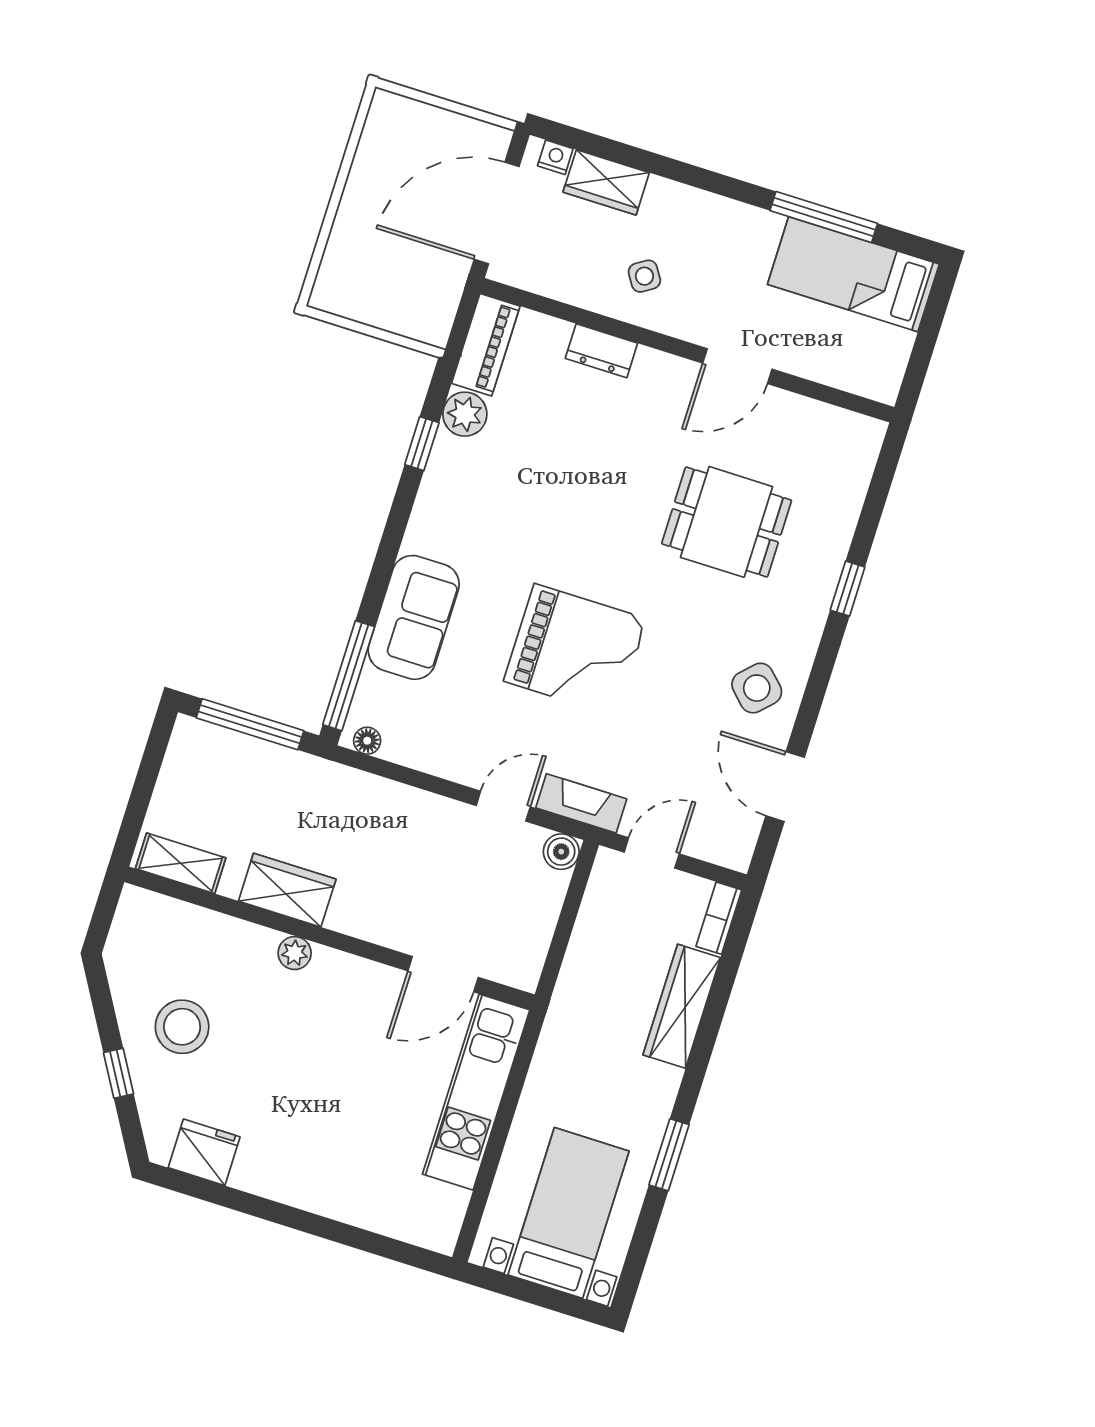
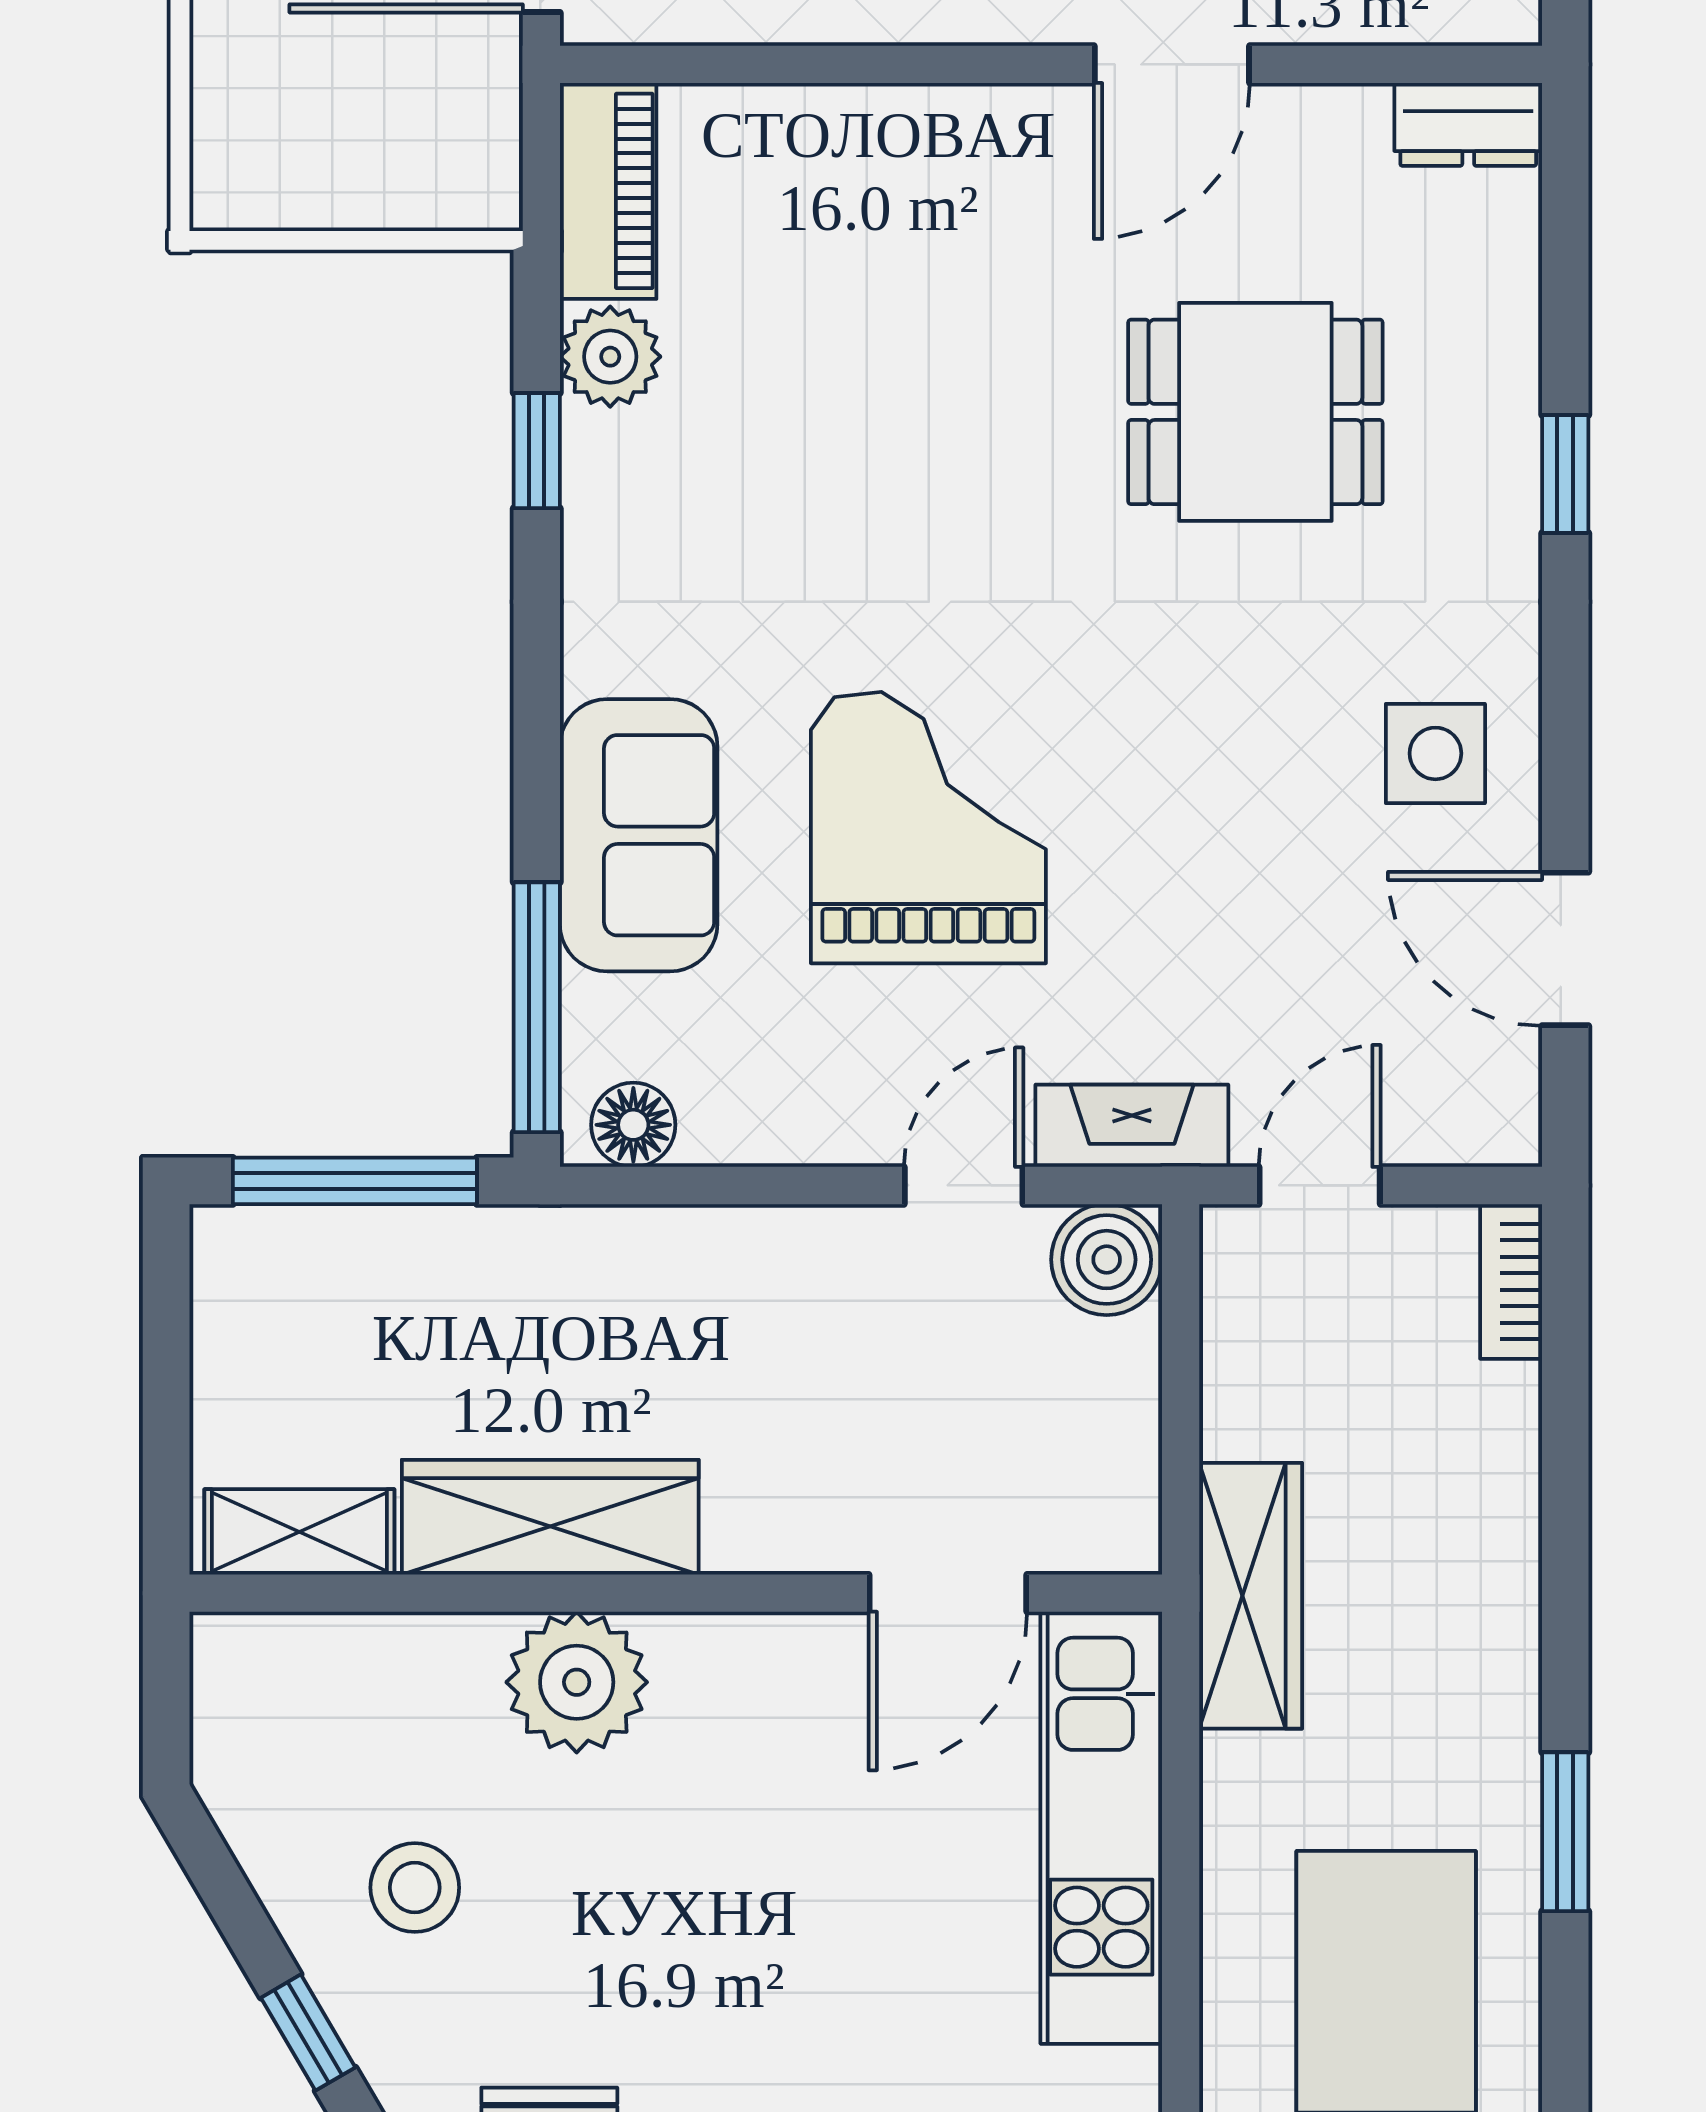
dresser: (601, 351) -> (1468, 124), moved
grand piano: (575, 650) -> (928, 828), moved, turned -90
side table: (757, 688) -> (1435, 753), turned 45
floor lamp: (367, 741) -> (633, 1125), width x1.37, depth x1.37
boiler: (561, 852) -> (1107, 1260), width x1.36, depth x1.36
wardrobe: (287, 890) -> (550, 1517), width x1.50
plant: (295, 953) -> (577, 1682), width x1.88, depth x1.88
wardrobe: (682, 1006) -> (1251, 1596), moved, turned 180
stool: (182, 1027) -> (415, 1888), width x0.73, depth x0.73

